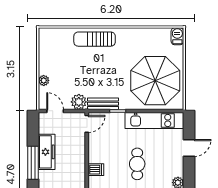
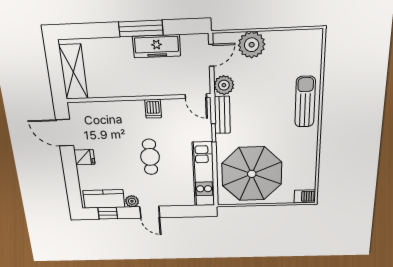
plant: (44, 80) -> (252, 45), width x1.87, depth x1.87
door: (189, 148) -> (150, 212), moved
cafe table: (137, 164) -> (150, 157), turned 90
dishwasher: (96, 170) -> (153, 109), moved

